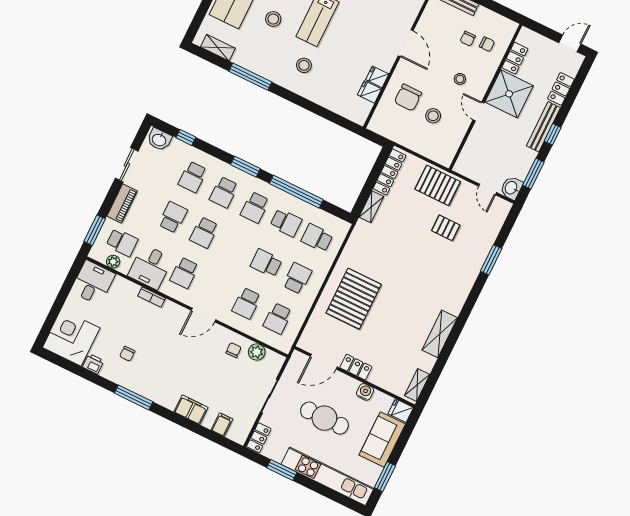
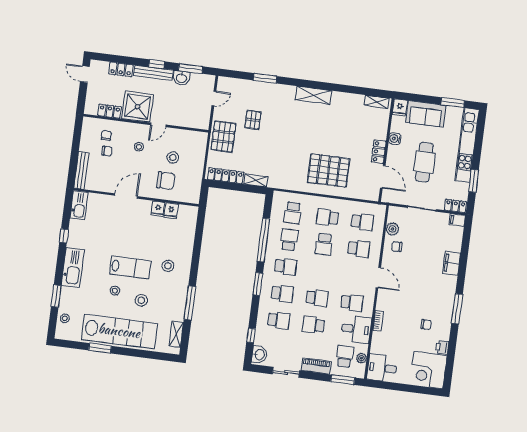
washbasin: (511, 188) -> (181, 78), moved
shelving: (440, 334) -> (313, 95), moved
filing cabinet: (222, 425) -> (457, 220), moved

